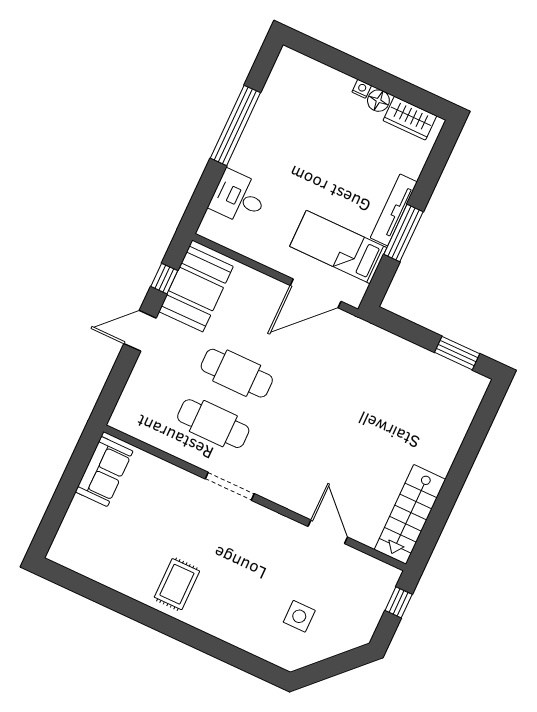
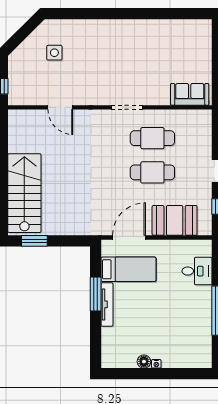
wardrobe: (410, 118) -> (122, 360), removed
booth: (196, 289) -> (175, 220), moved, turned 90
sofa: (104, 471) -> (190, 94), moved, turned 90
stairs: (410, 514) -> (24, 193), moved, width x1.36, depth x1.51
rug: (177, 584) -> (131, 39), removed

